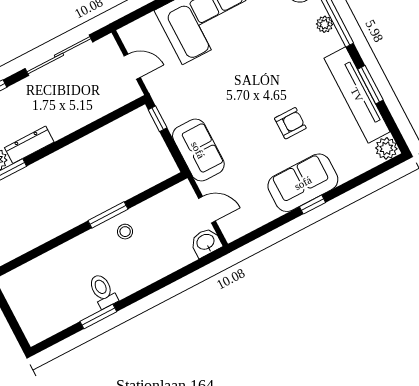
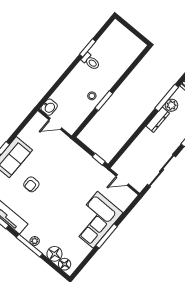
sofa: (198, 150) -> (72, 152), removed

